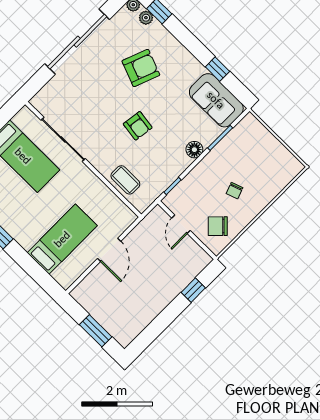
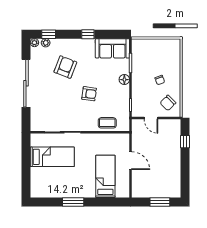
window: (217, 69) -> (88, 34), moved

